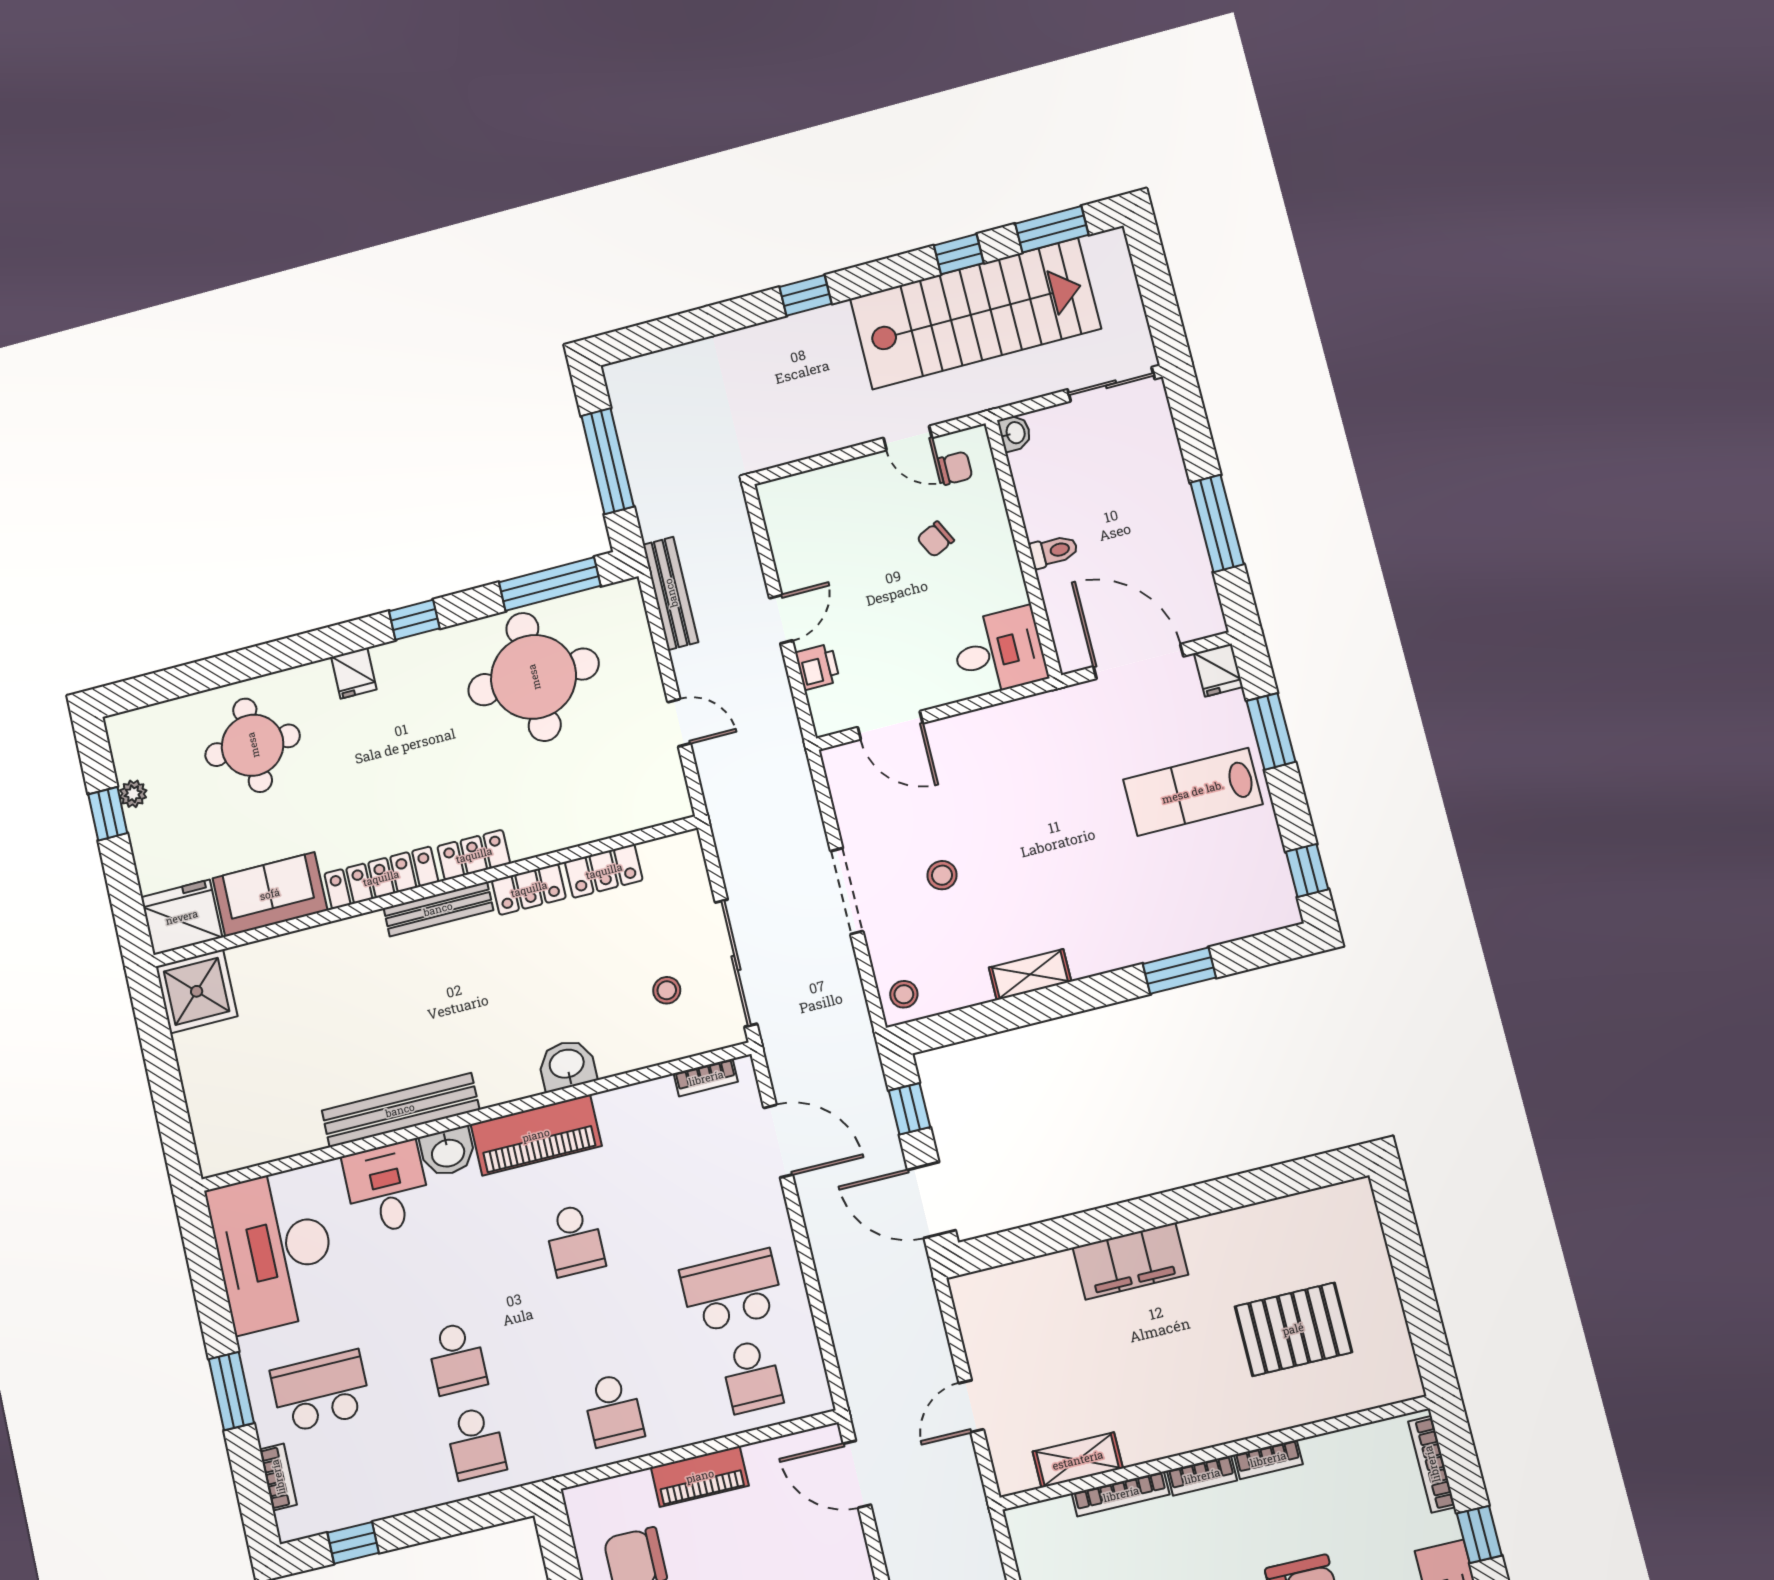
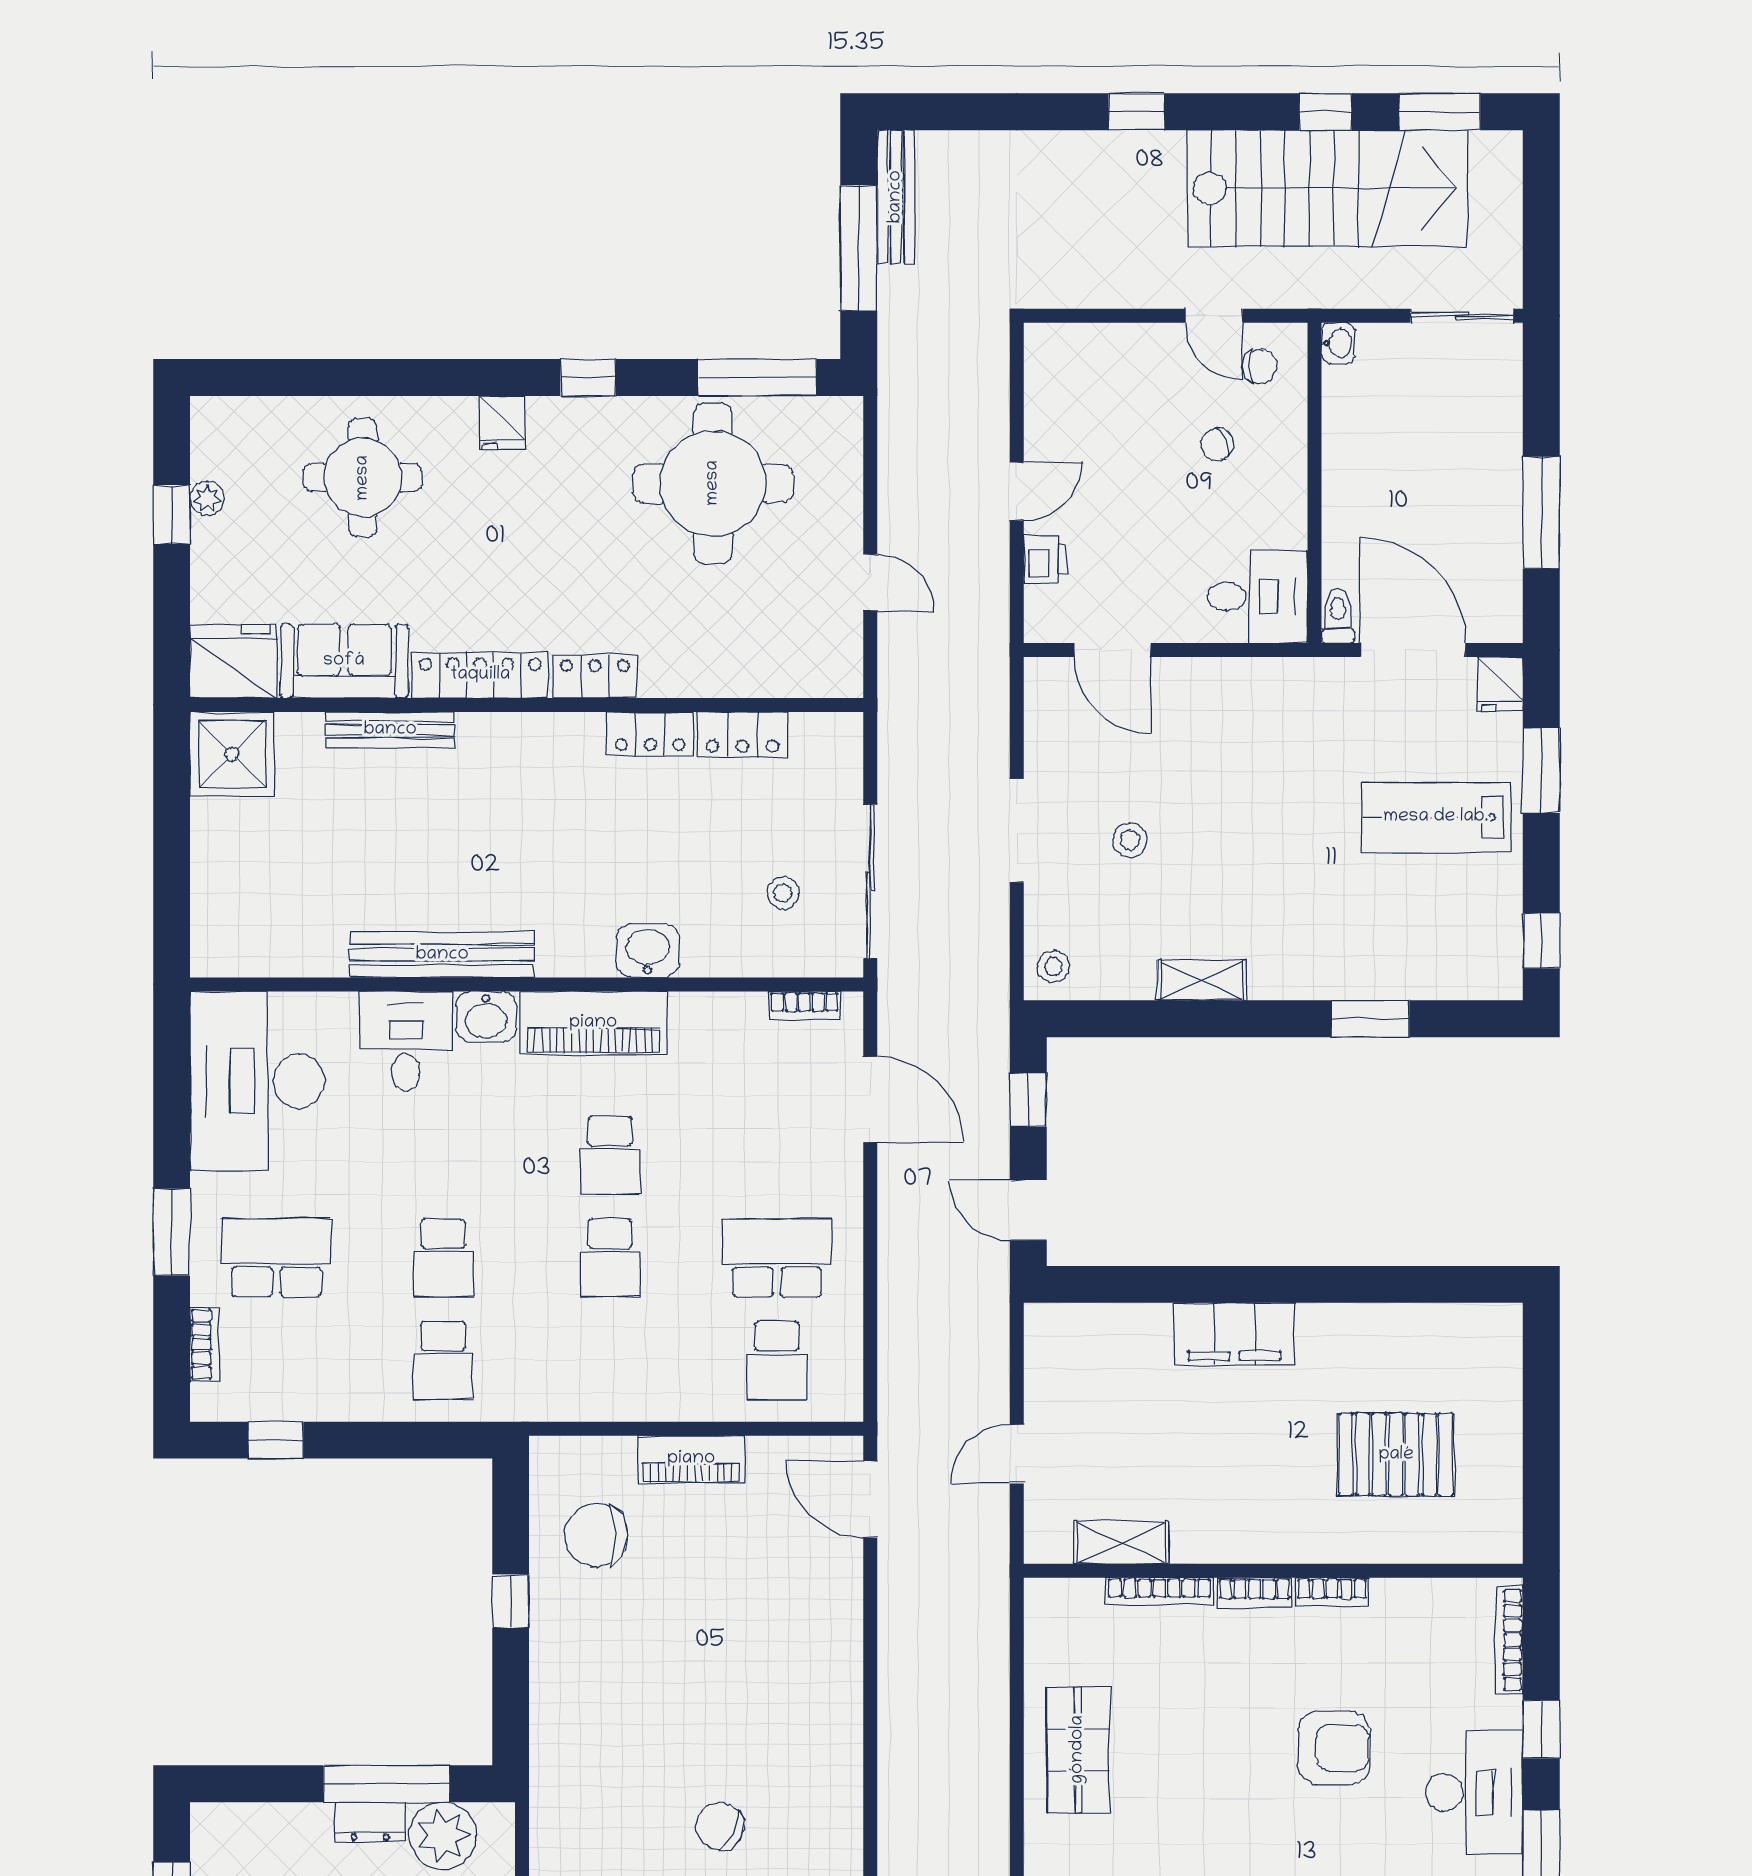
toilet: (1054, 551) -> (1338, 616), moved, turned -90
bench: (671, 593) -> (896, 197), moved
bench: (438, 909) -> (390, 730), moved
door: (932, 1200) -> (1028, 1210), width x0.73
school desk: (613, 1410) -> (610, 1258), moved

